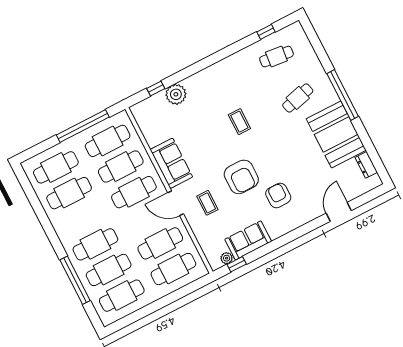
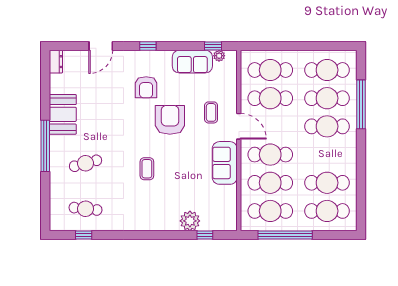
booth: (336, 134) -> (63, 114), width x0.73, depth x0.70
dresser: (366, 165) -> (56, 62), moved
window: (296, 234) -> (148, 46), added

